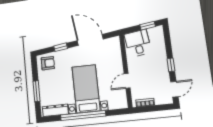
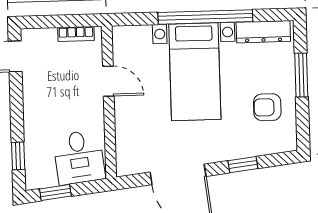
armchair: (48, 63) -> (267, 107), moved
window: (171, 65) -> (18, 156), moved
door: (127, 81) -> (108, 81), hinge flipped

